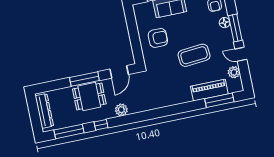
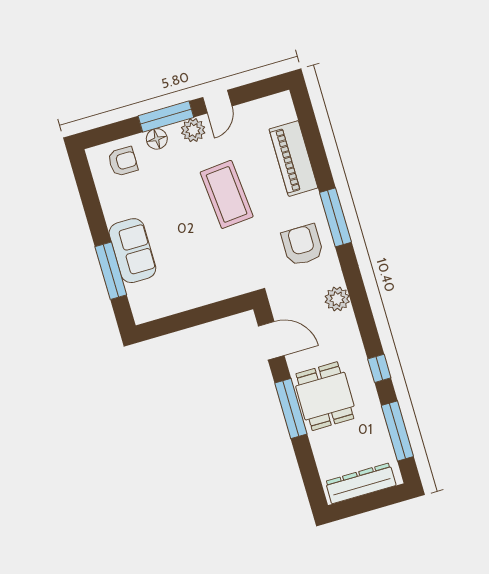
armchair: (158, 38) -> (302, 245), moved
plant: (234, 72) -> (193, 130), moved
window: (219, 100) -> (335, 217), moved
plant: (121, 110) -> (337, 299), moved

